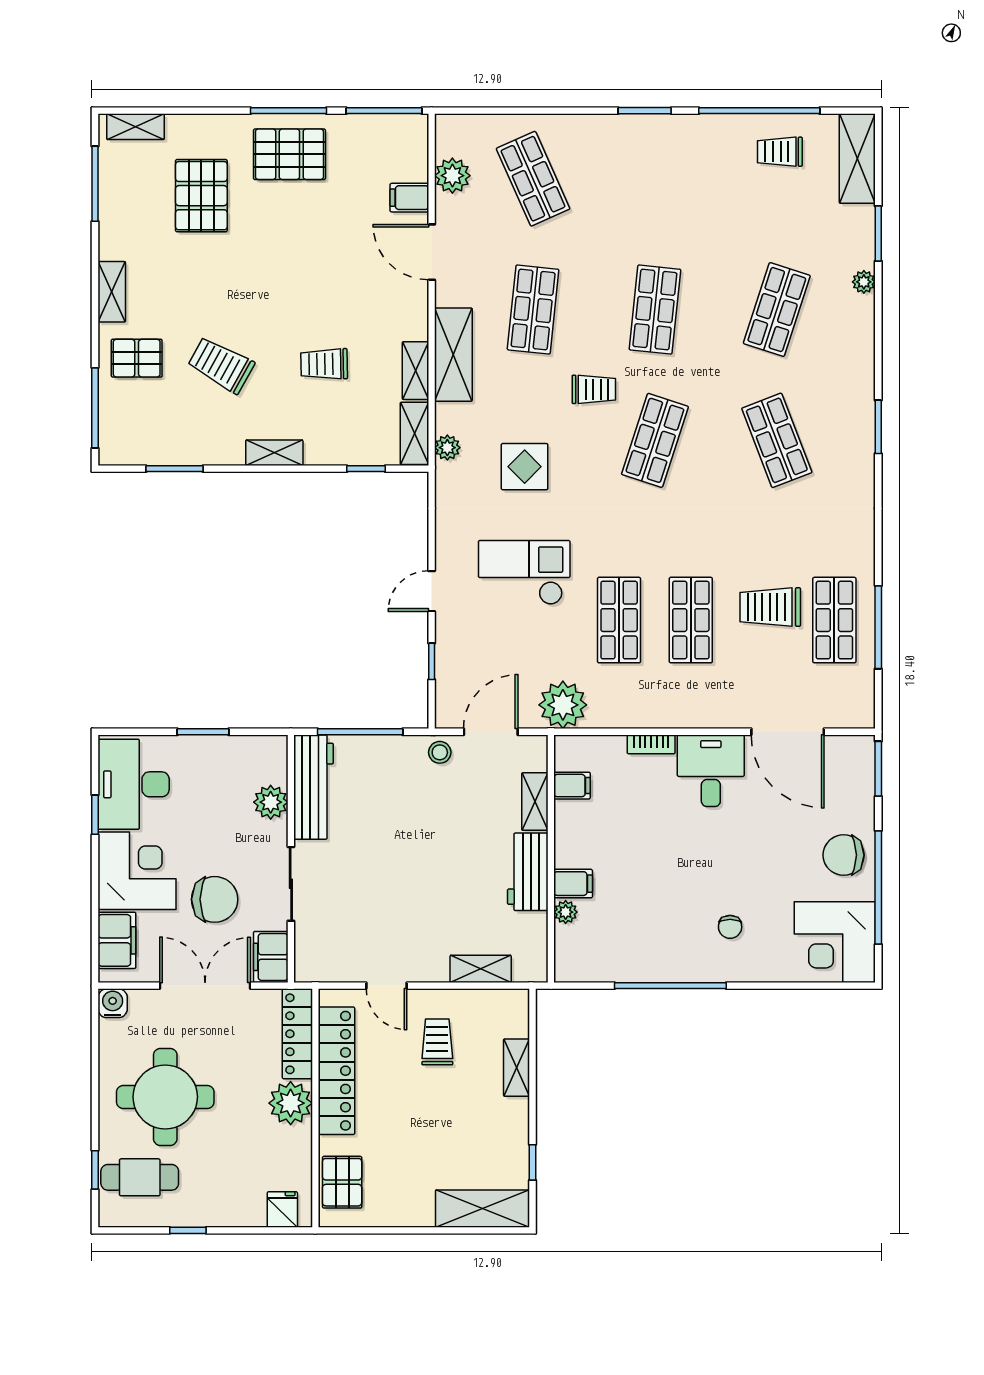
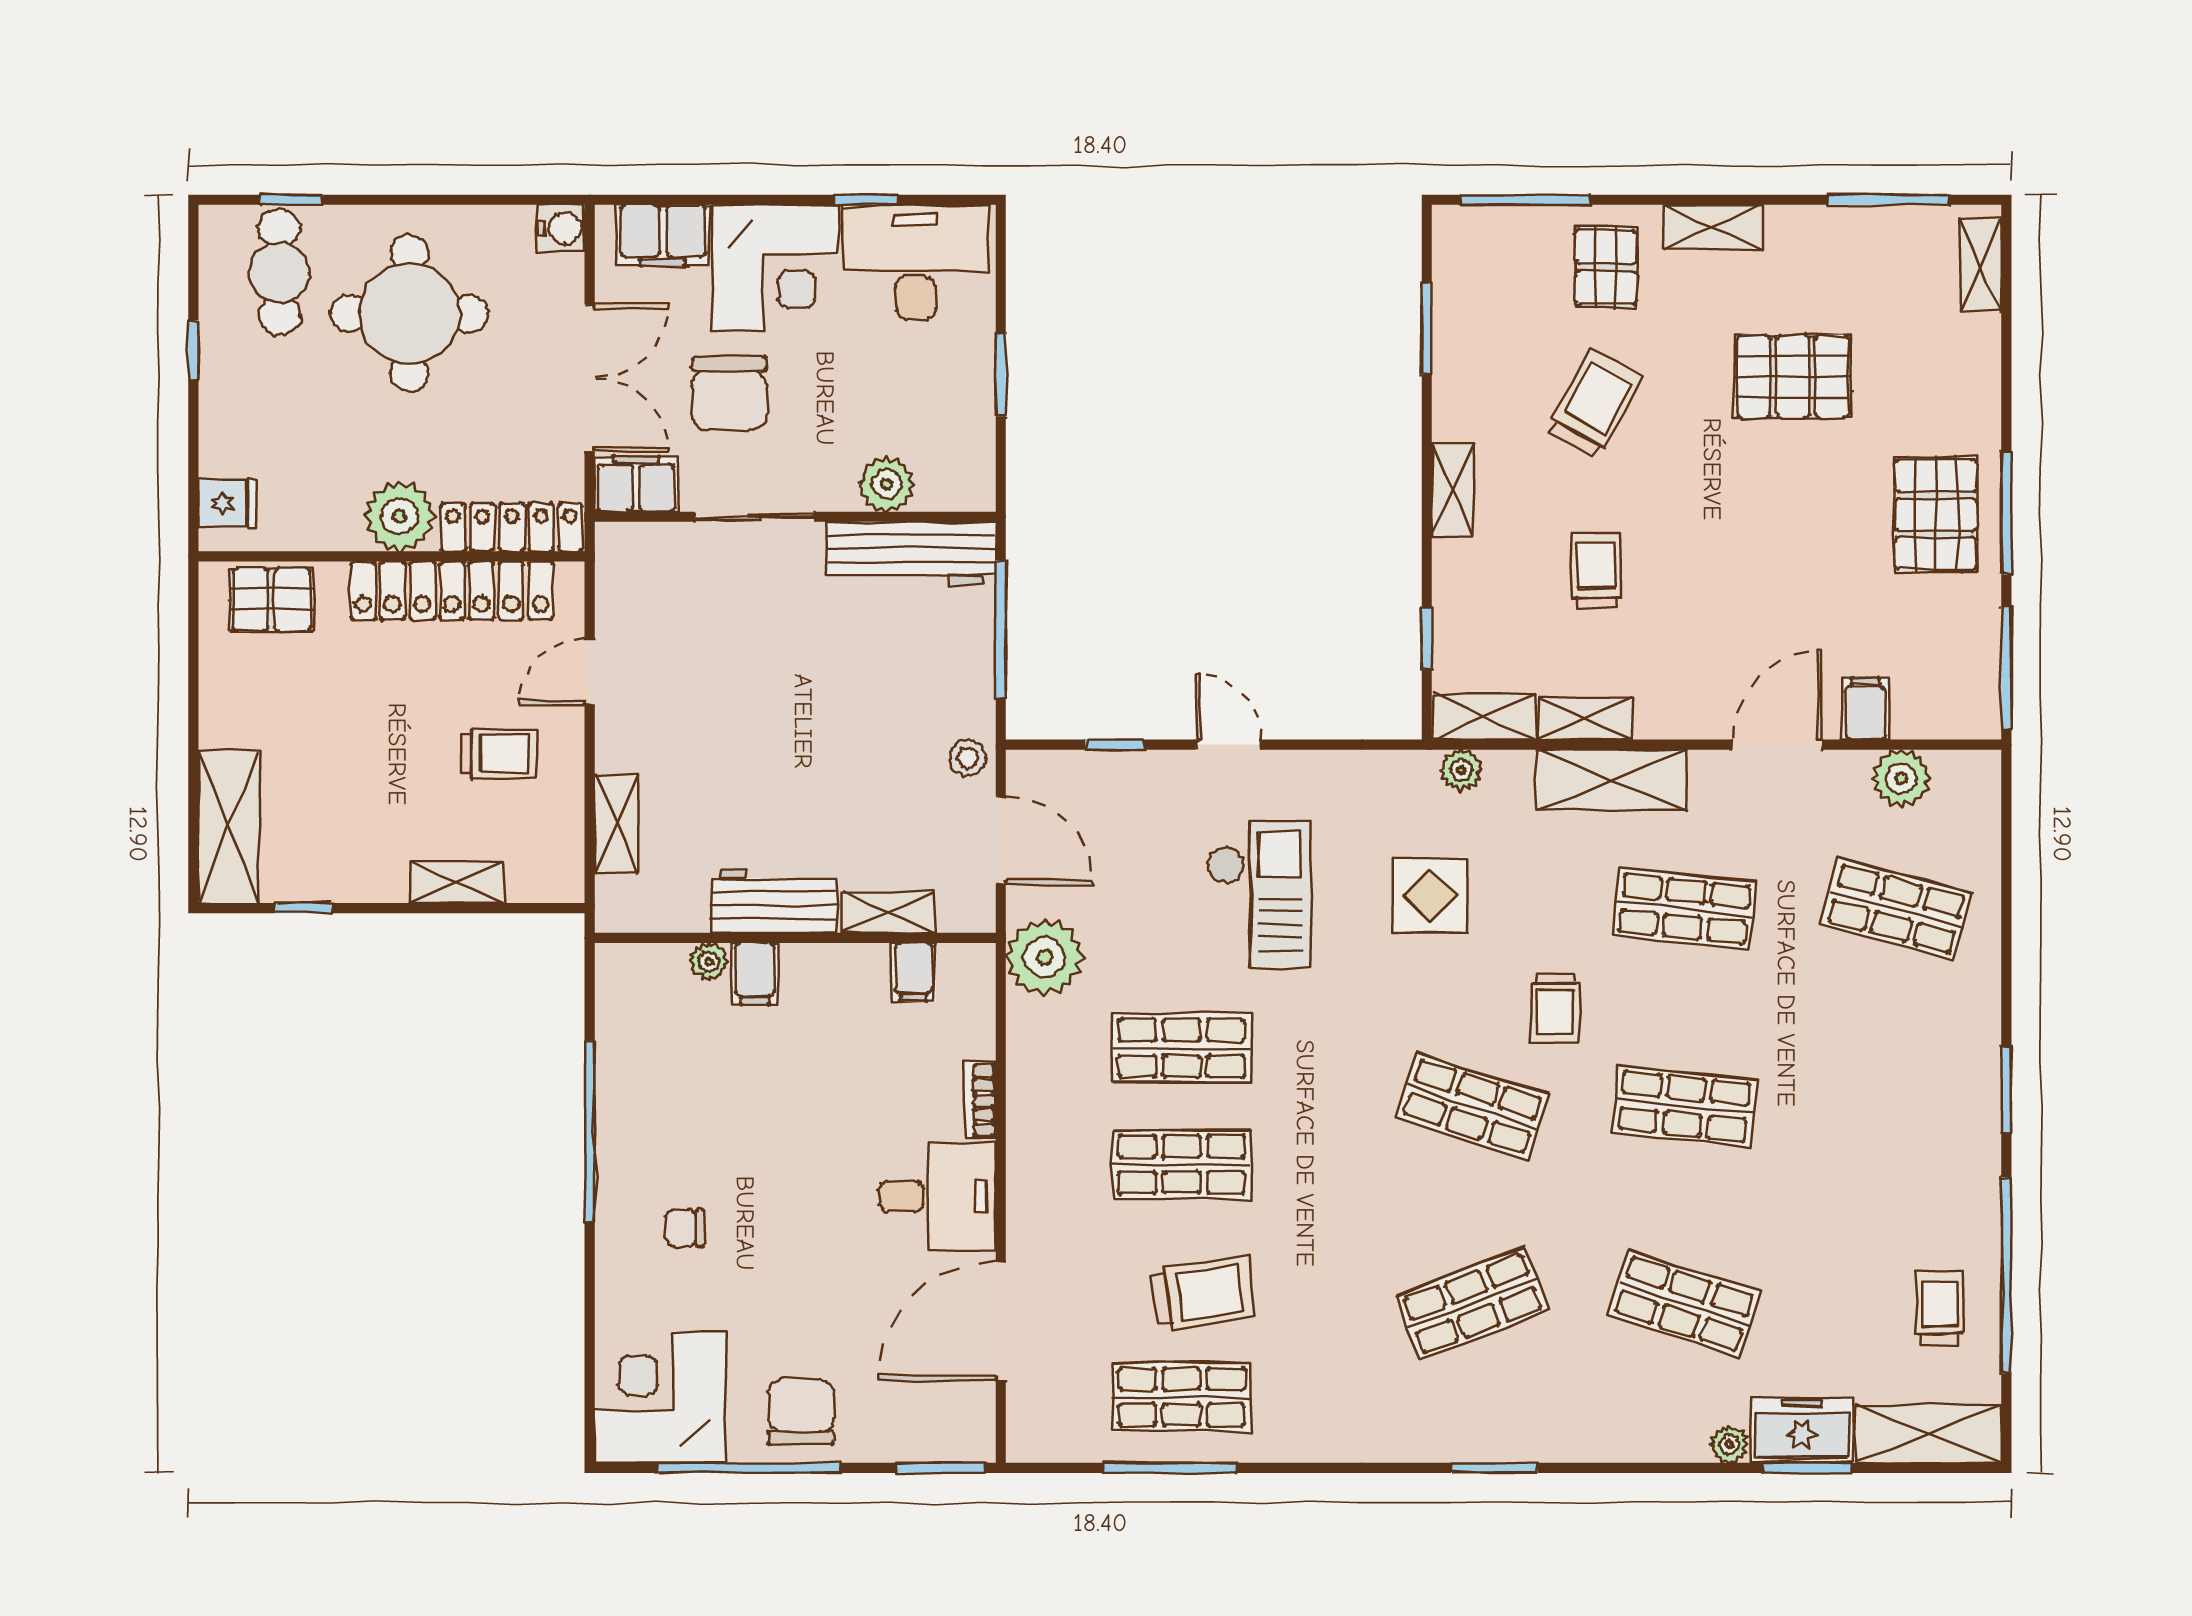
shop shelf: (533, 179) -> (1896, 909), turned 39
pallet: (201, 196) -> (1793, 376), moved
freezer: (855, 237) -> (1802, 1430), added
trolley: (770, 607) -> (1203, 1293), turned 82

